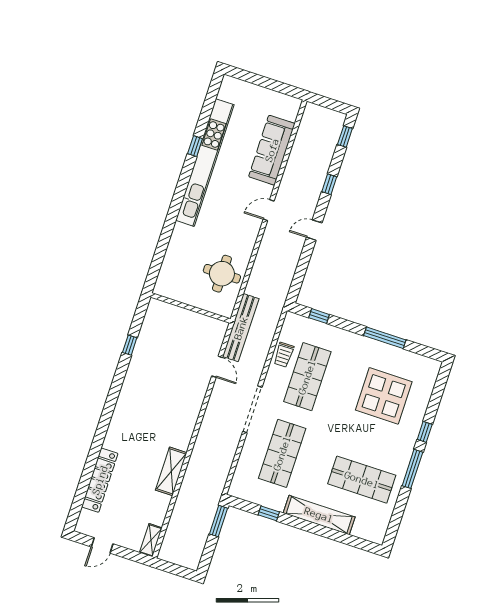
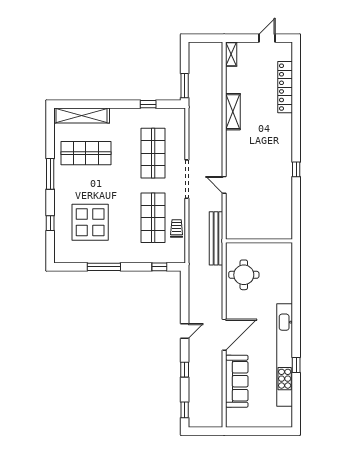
door: (269, 210) -> (224, 335), width x1.87
window: (130, 345) -> (296, 169), moved
door: (217, 367) -> (224, 185), moved
window: (425, 432) -> (50, 223), moved
shelving: (319, 515) -> (82, 115), moved

